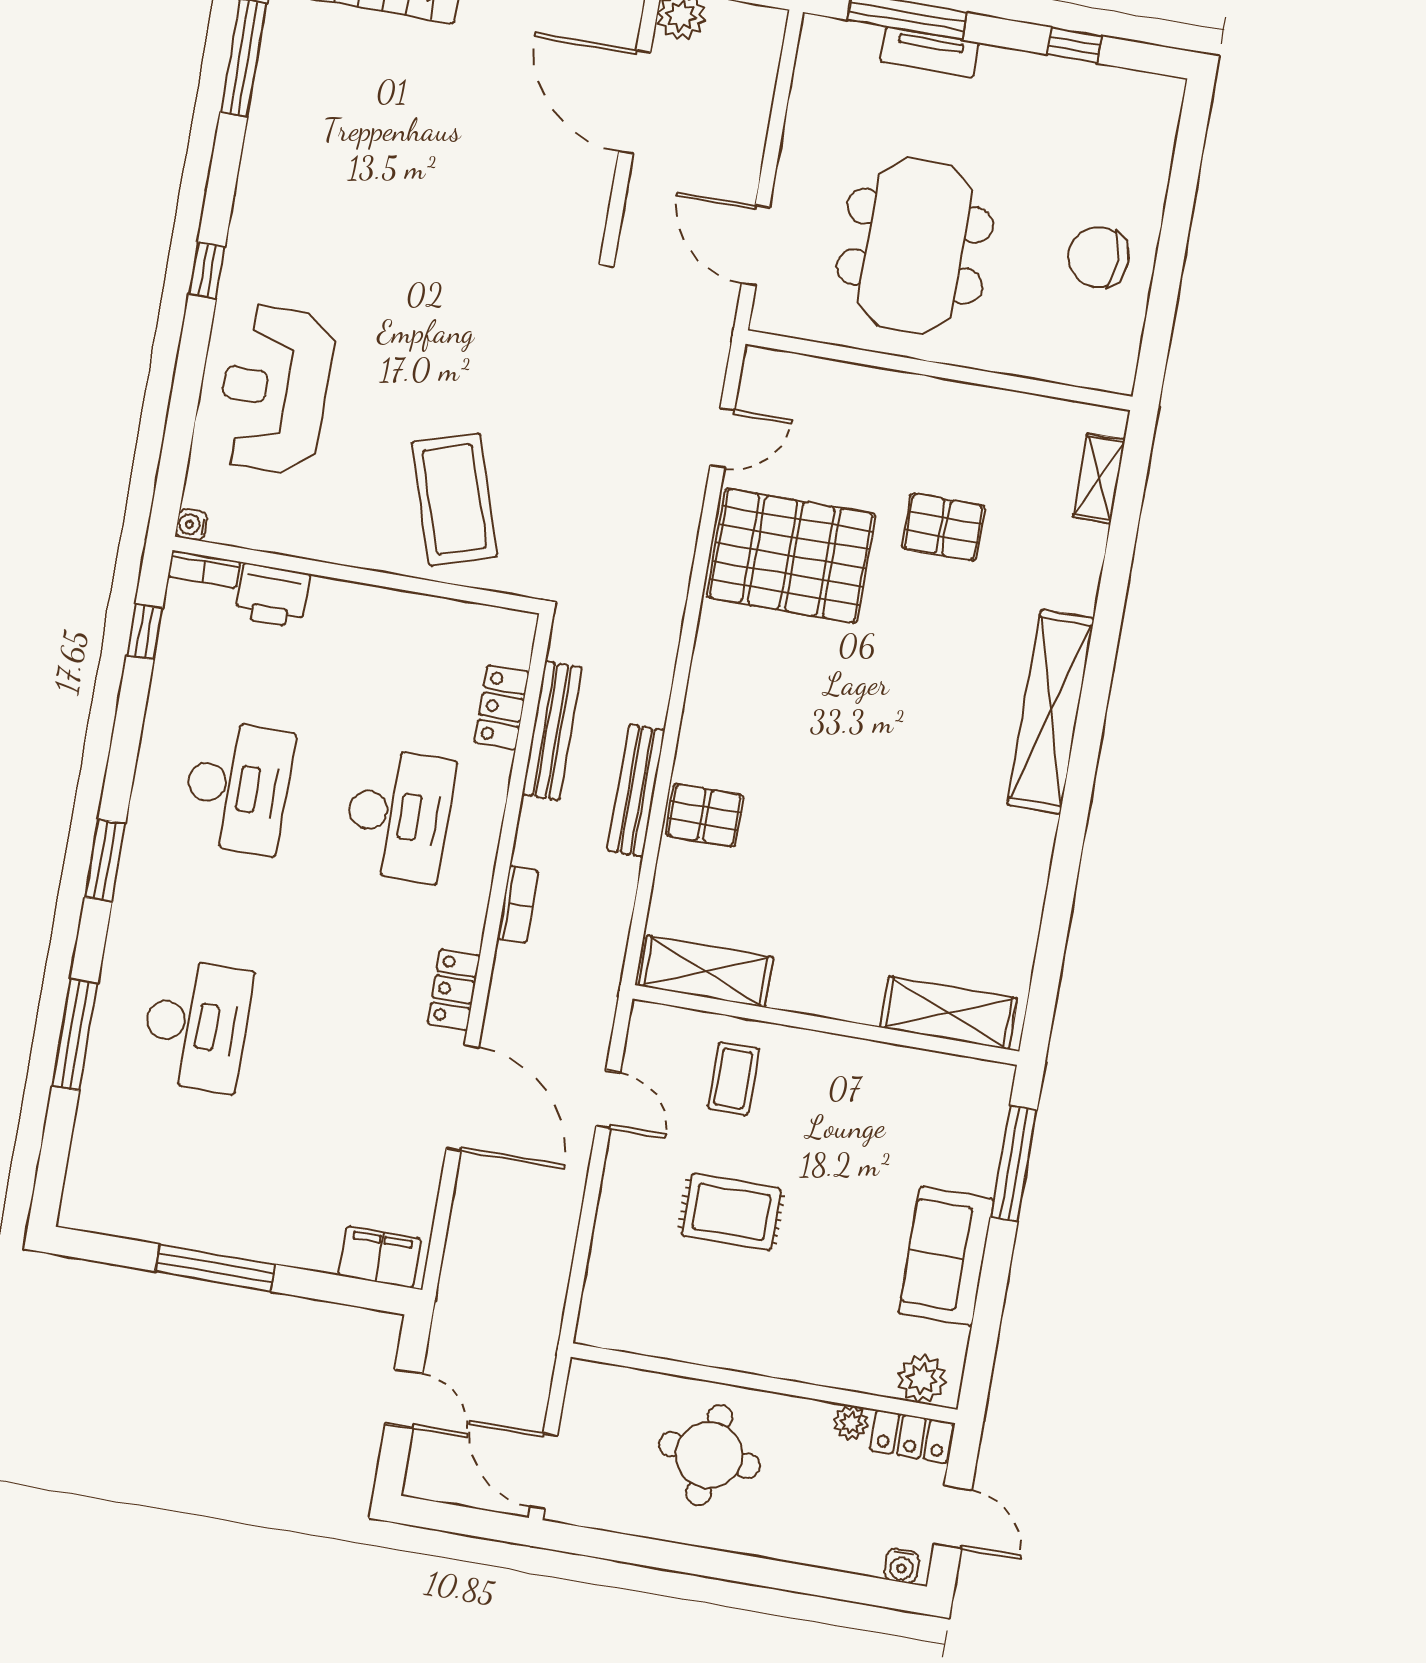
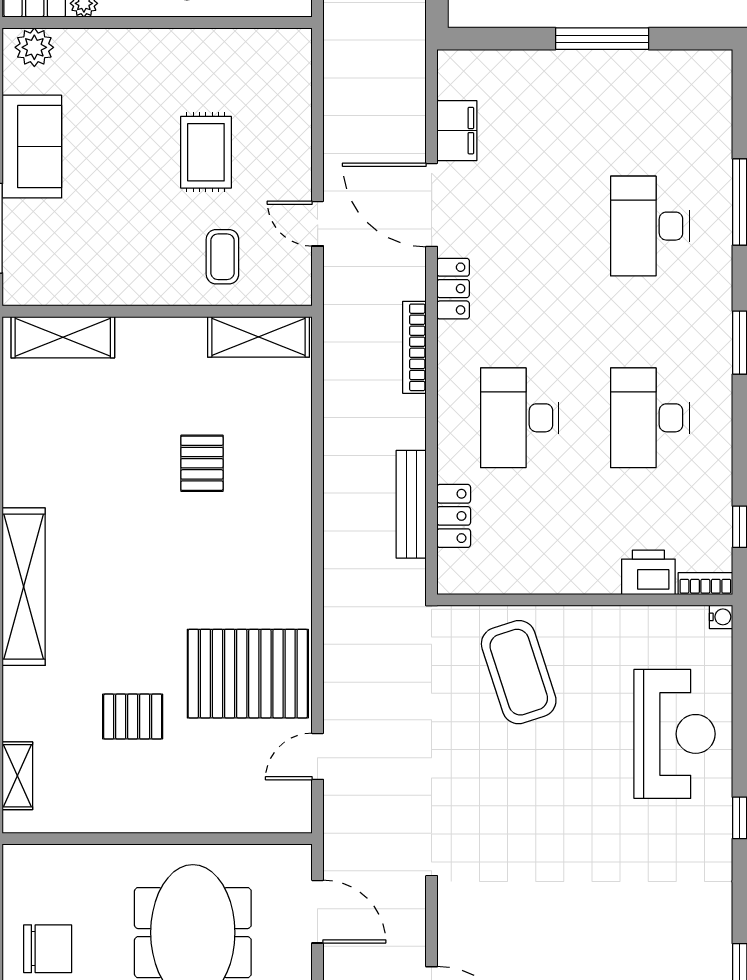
bench: (636, 791) -> (337, 469), removed
pallet: (704, 815) -> (202, 463), moved, turned 90
bookcase: (518, 904) -> (414, 347), width x1.56
rug: (731, 1212) -> (206, 152), turned 90
filing cabinet: (380, 1257) -> (457, 131), moved, turned -90

